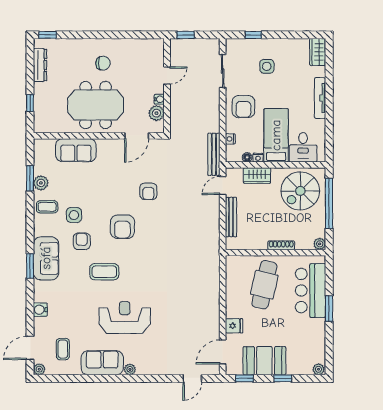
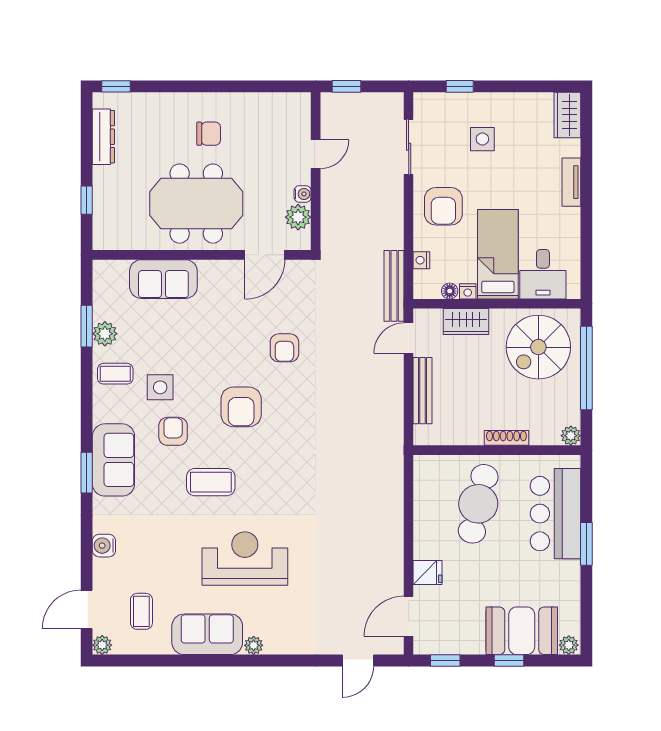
tv unit: (320, 98) -> (571, 182), width x0.71
booth: (264, 361) -> (522, 631), moved

